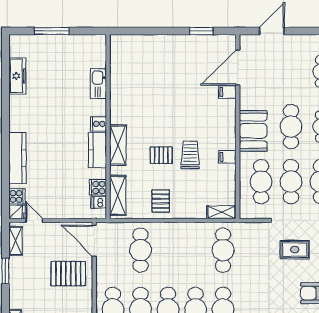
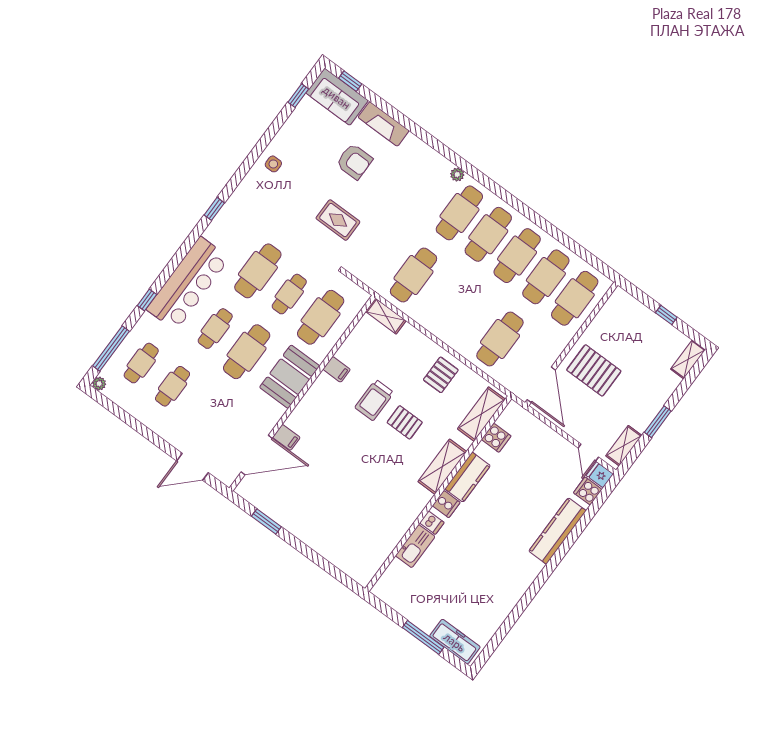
freezer: (17, 76) -> (455, 642), moved, turned 90
cafe table: (291, 182) -> (289, 294), width x0.73, depth x0.74
dishwasher: (99, 203) -> (432, 523), moved

